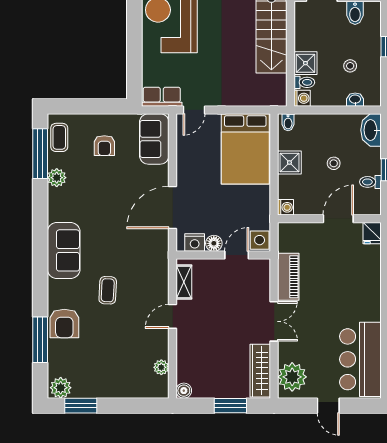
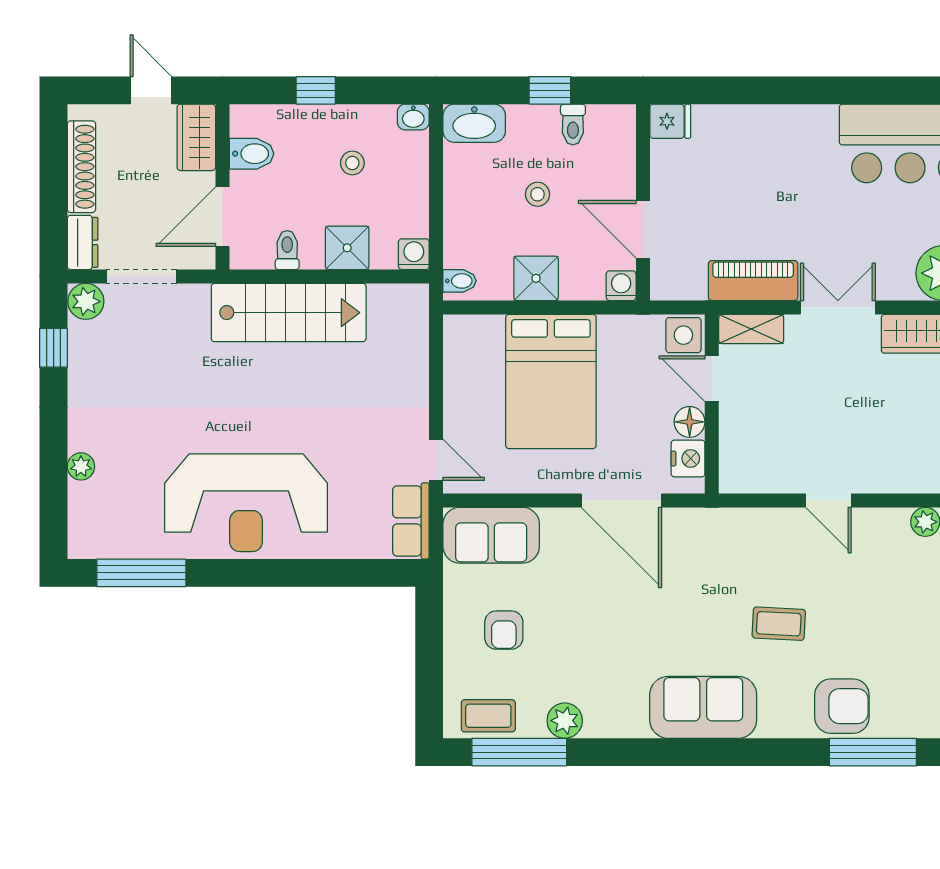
toilet: (304, 82) -> (287, 250), moved
washbasin: (355, 100) -> (413, 117), moved, turned -90
armchair: (104, 146) -> (504, 630), turned 90
bed: (245, 149) -> (551, 381), moved, turned 90
door: (338, 219) -> (643, 229), moved
shelving: (184, 282) -> (751, 329), moved

